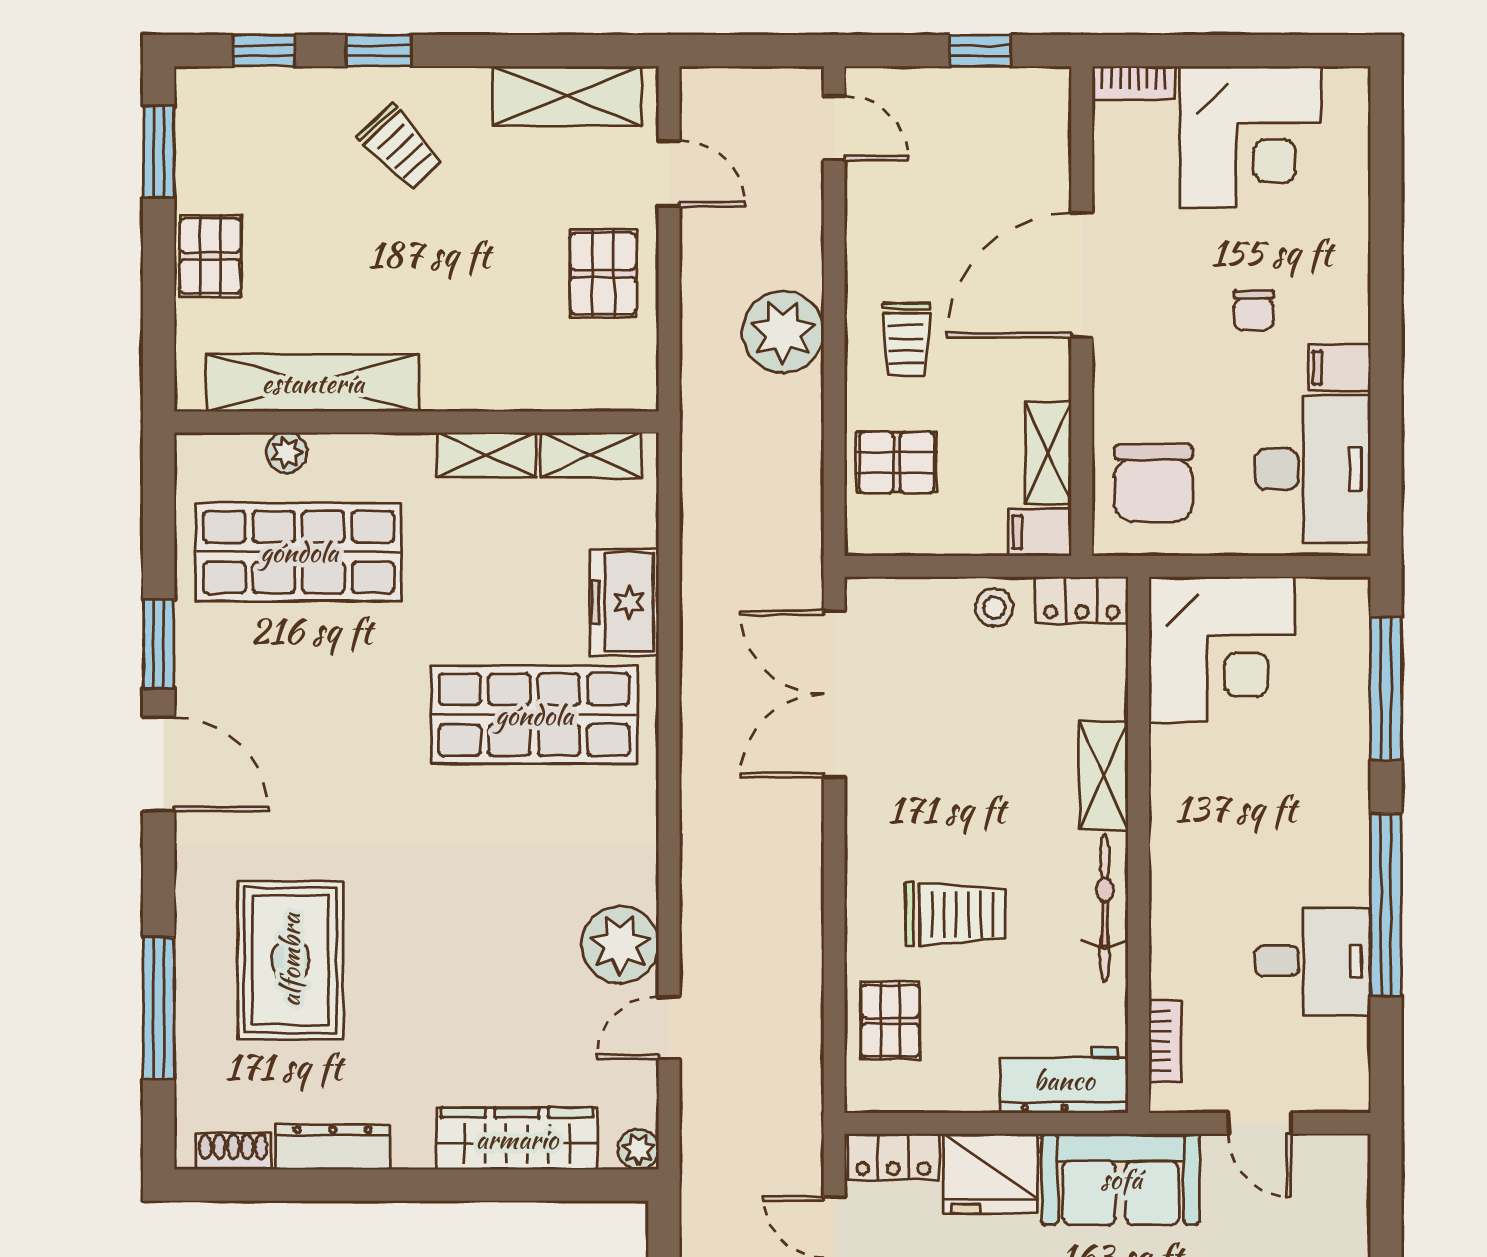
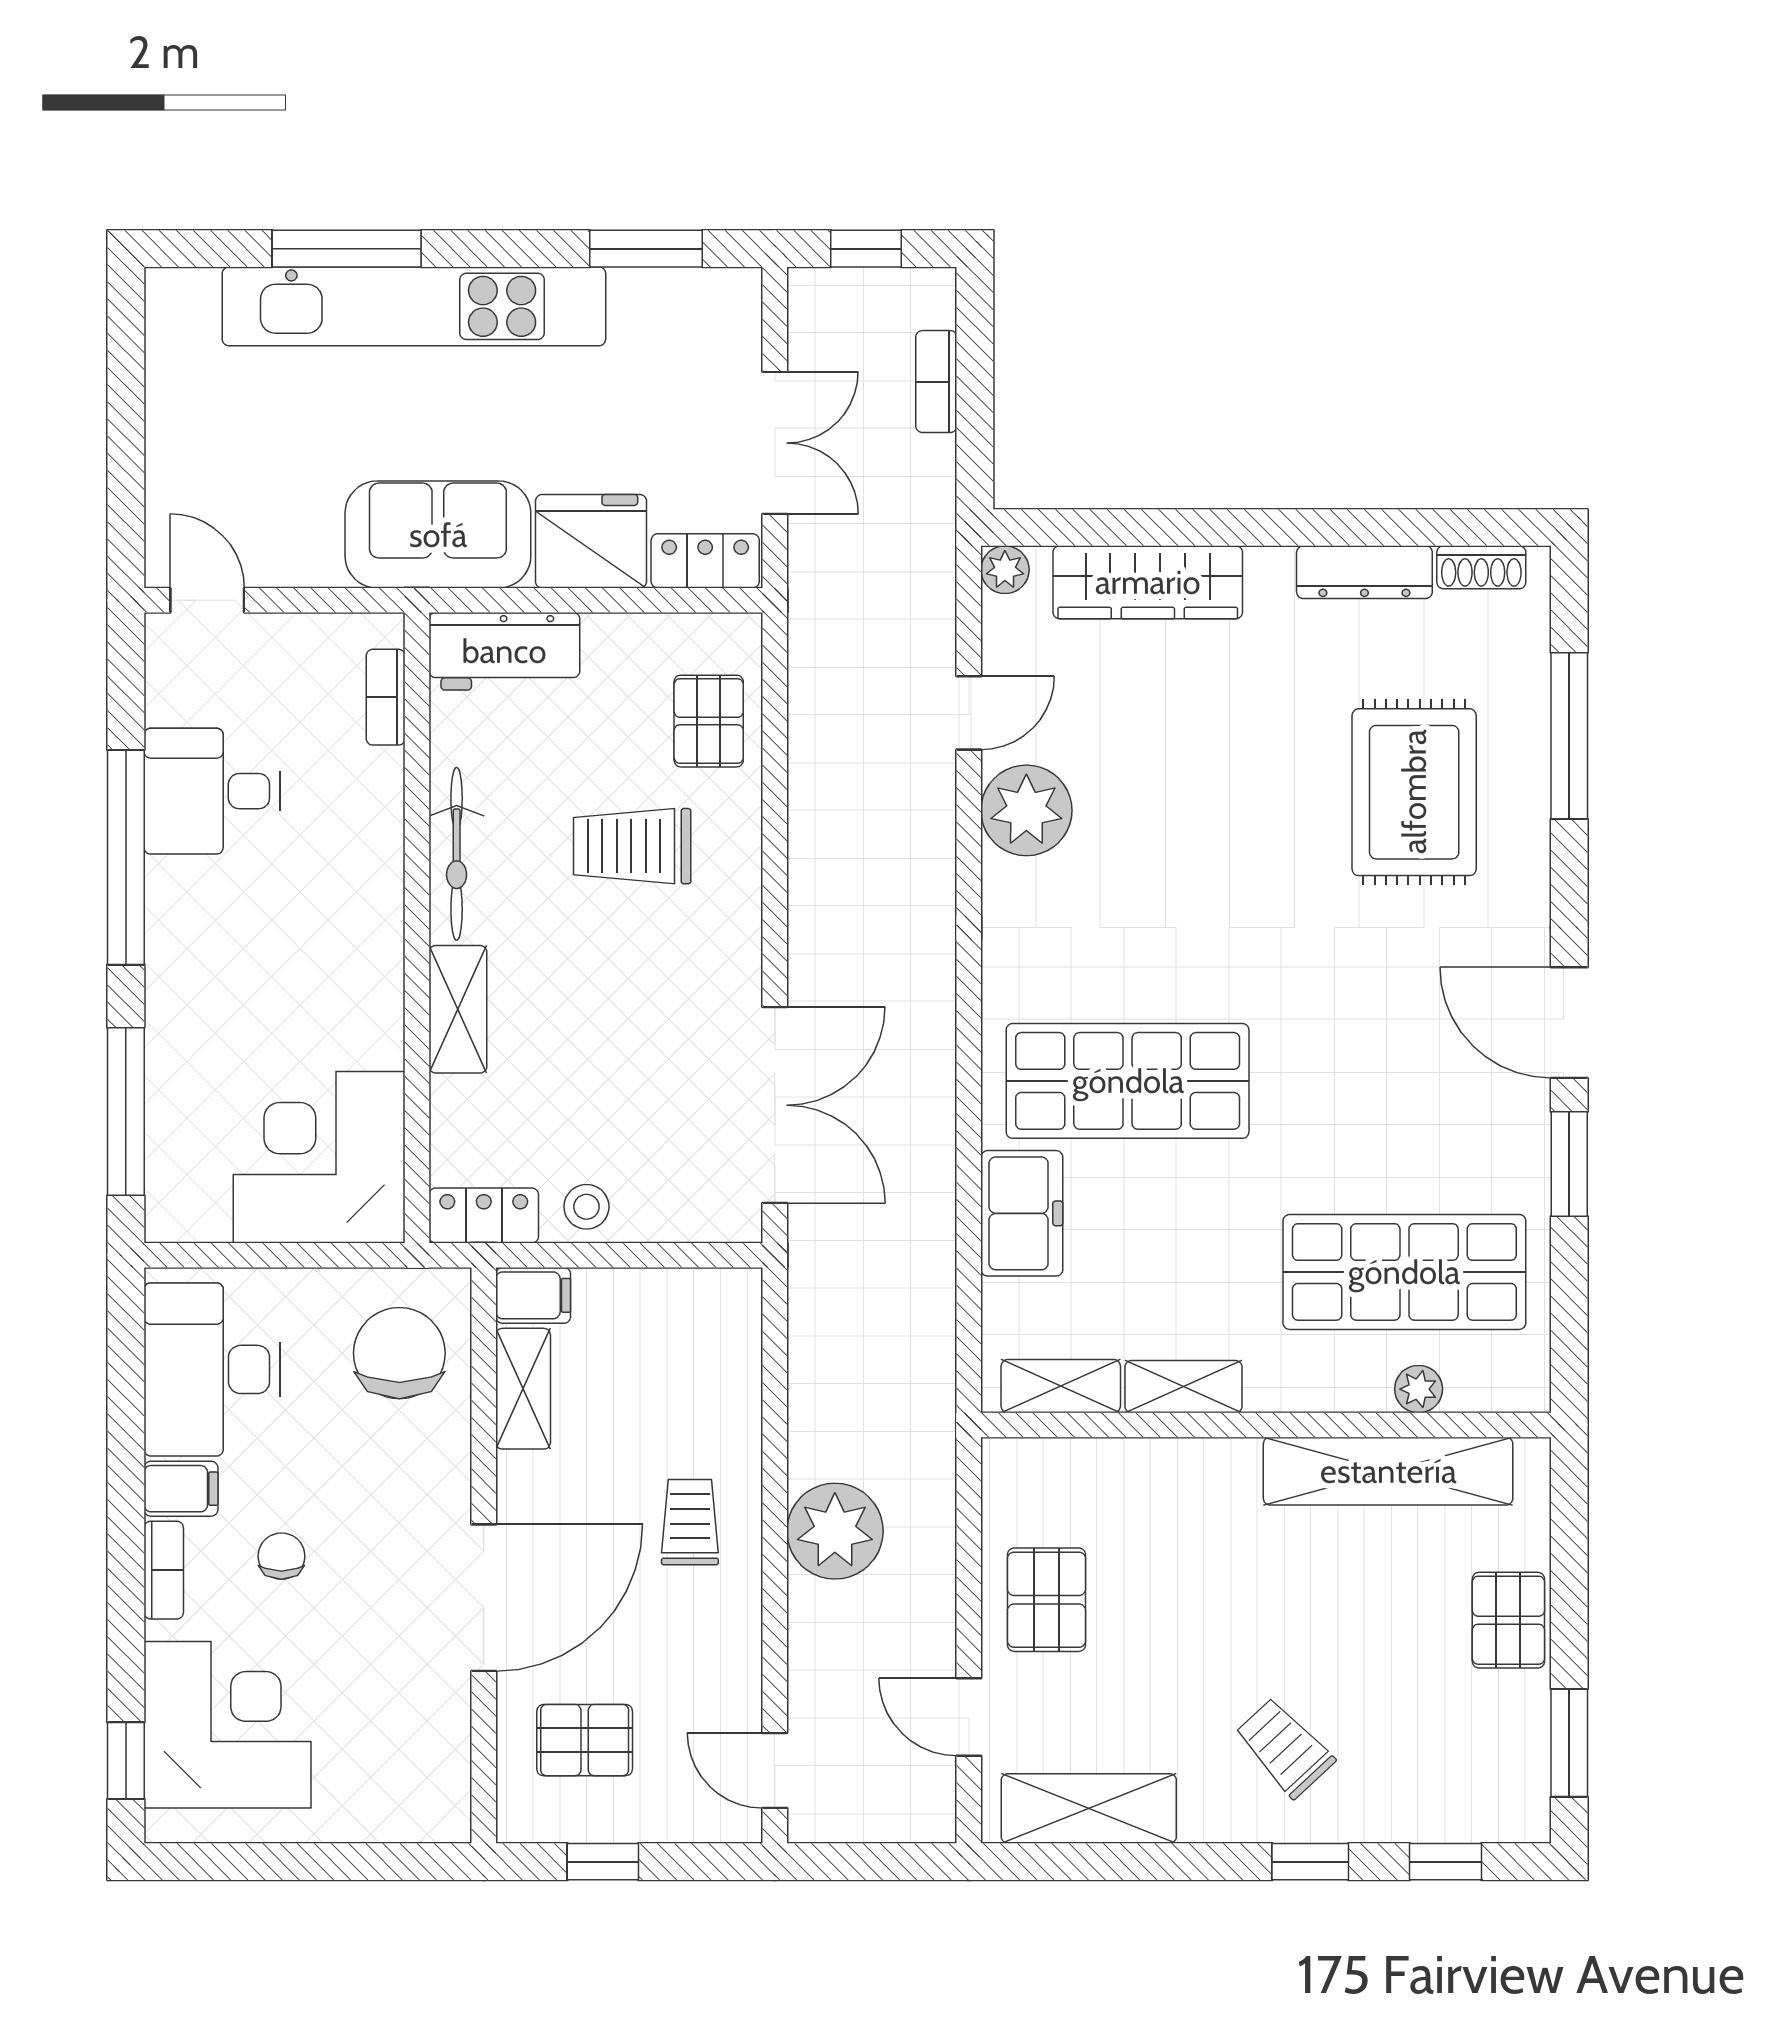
bookcase: (1134, 83) -> (164, 1570), moved, turned 90
corner desk: (1250, 137) -> (228, 1725), moved, turned 90
window: (1386, 137) -> (126, 1761), added
pallet: (897, 462) -> (585, 1740), moved
door: (1260, 1123) -> (207, 600), moved

